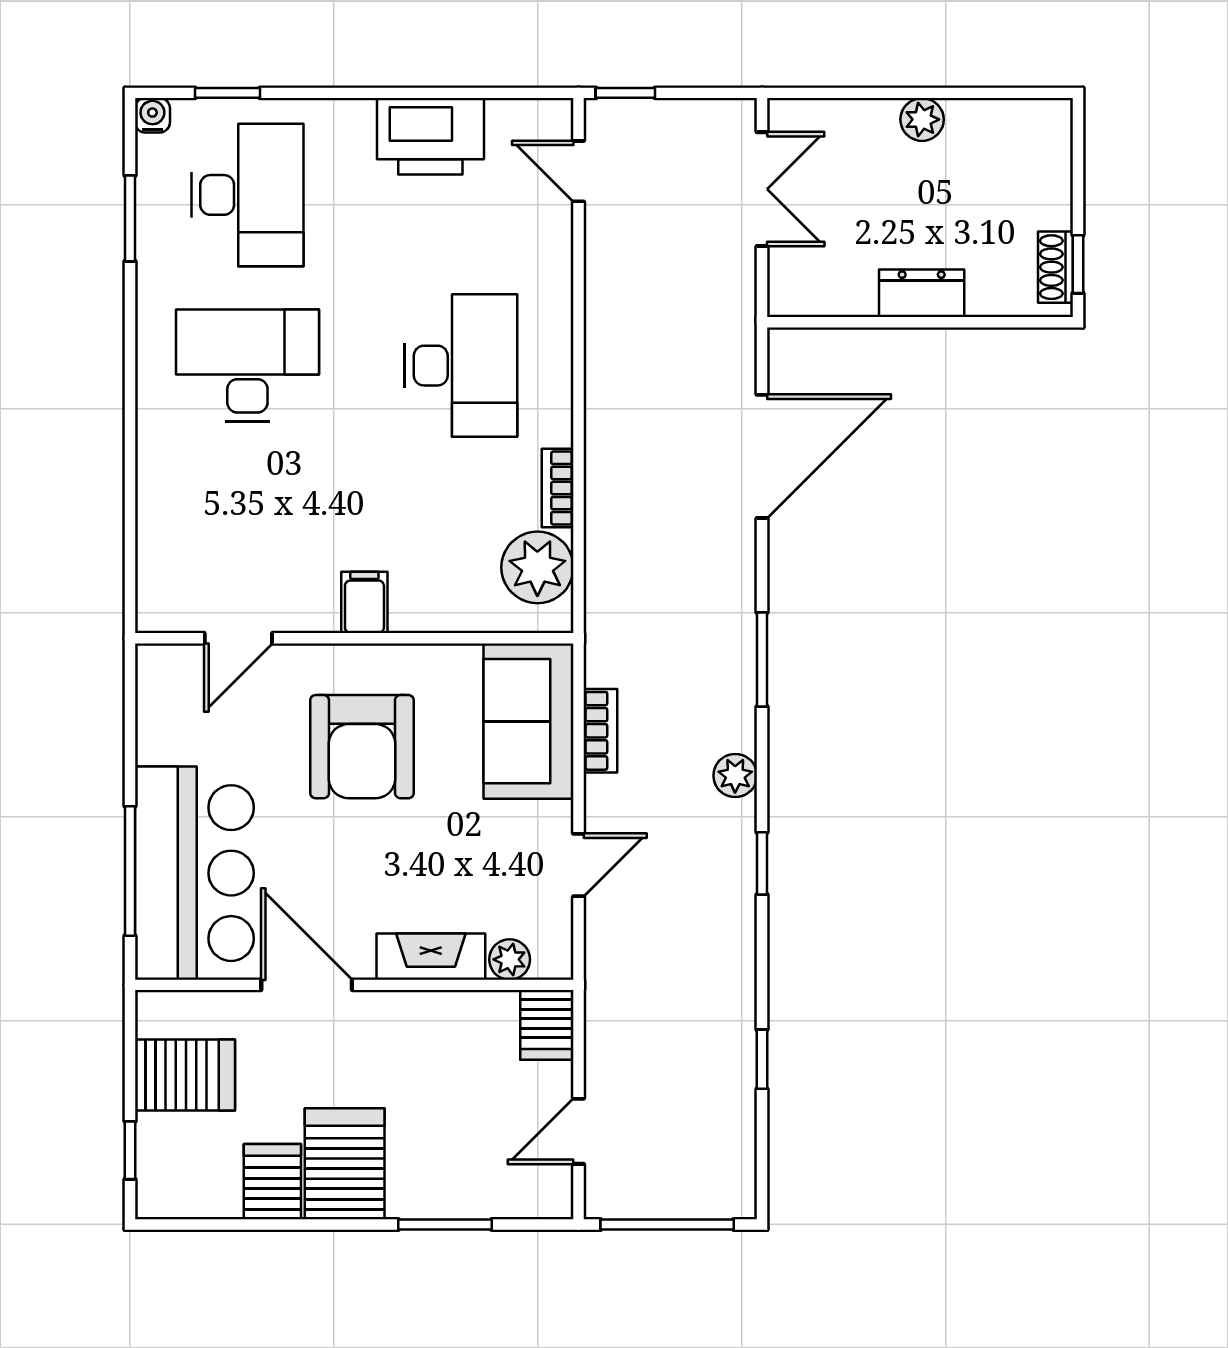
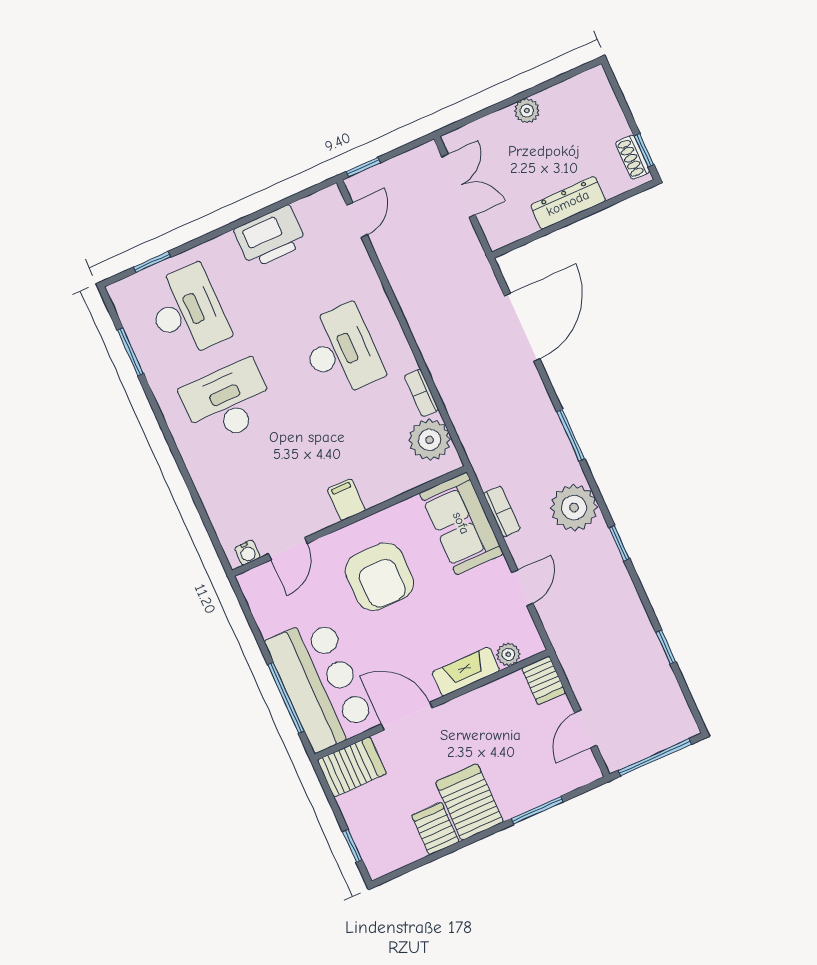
water cooler: (152, 115) -> (247, 553), moved, turned 180
door: (579, 171) -> (357, 220), swing flipped
dresser: (922, 293) -> (568, 203), width x1.44
plant: (735, 776) -> (574, 508), width x1.87, depth x1.87
server rack: (185, 1075) -> (352, 767), moved

